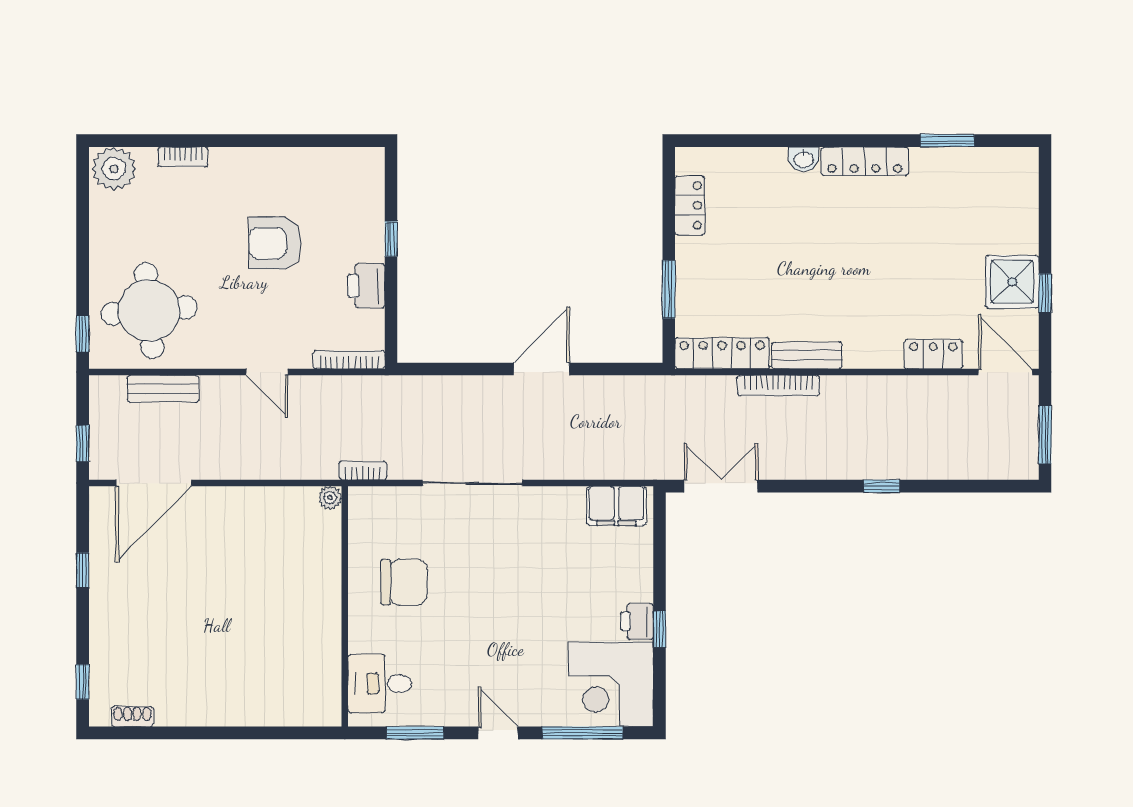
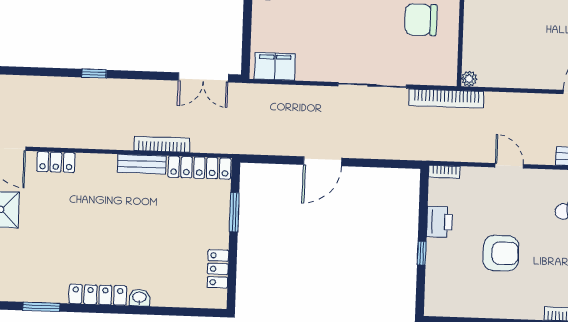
bookcase: (349, 360) -> (444, 172), width x0.64
bookcase: (363, 471) -> (446, 98), width x2.31, depth x1.31

